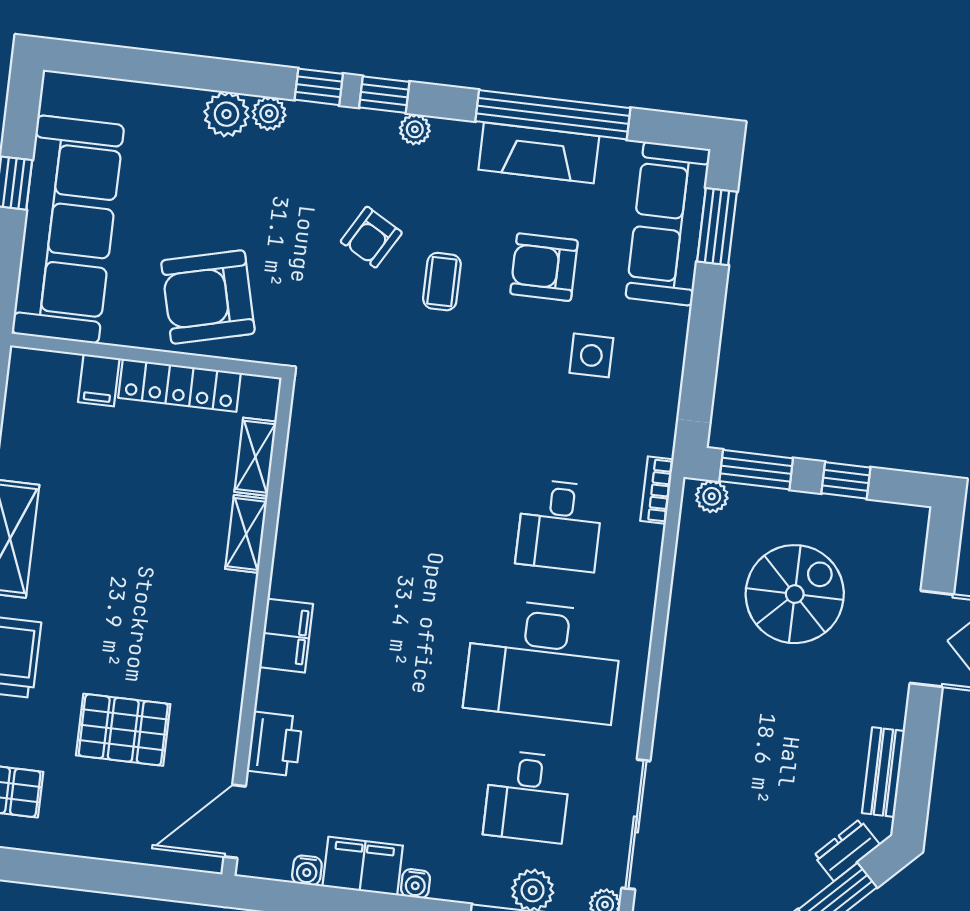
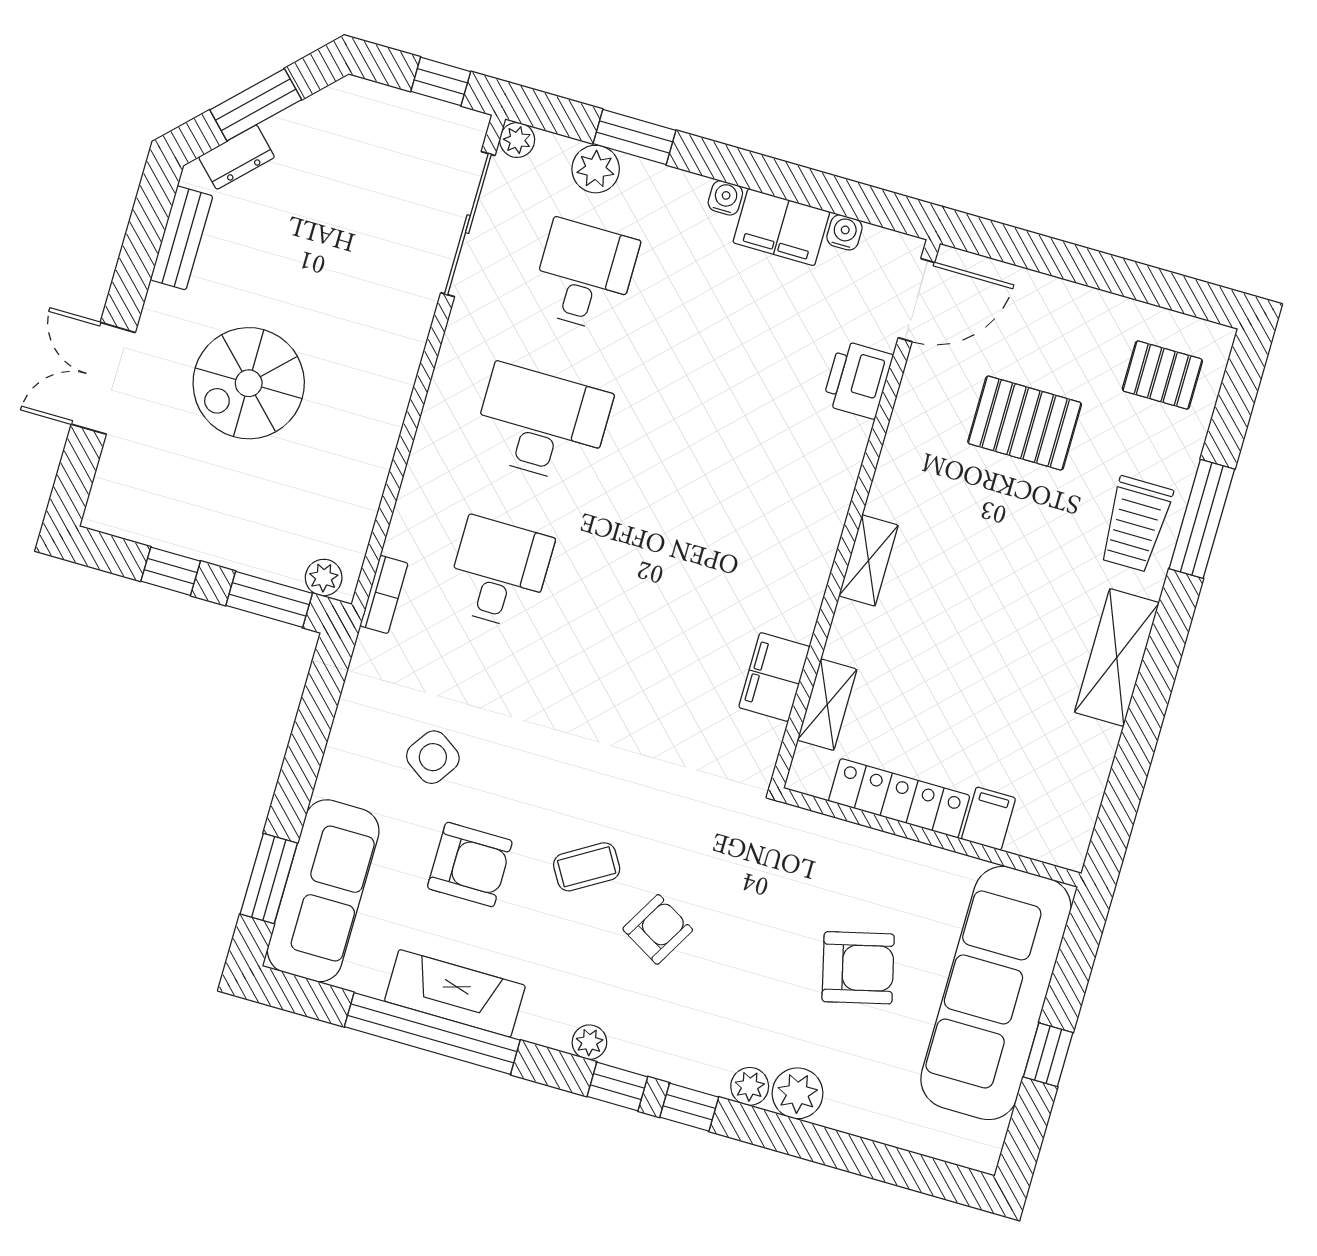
coffee table: (442, 282) -> (587, 867), turned 59
armchair: (208, 297) -> (858, 968), moved, width x0.73, depth x0.73
side table: (591, 355) -> (433, 757), turned 34
shelving: (246, 534) -> (868, 560), moved
spiral stairs: (795, 594) -> (249, 383), moved
filing cabinet: (286, 636) -> (774, 677), moved
desk: (543, 661) -> (542, 424), width x0.73, depth x0.77

